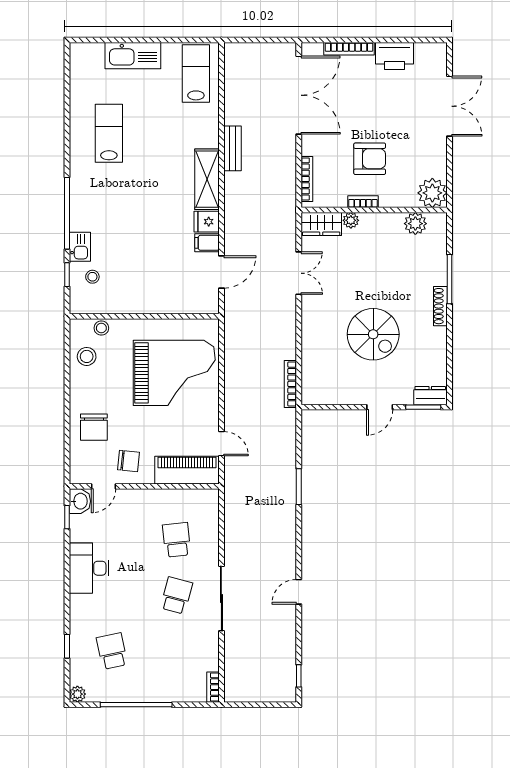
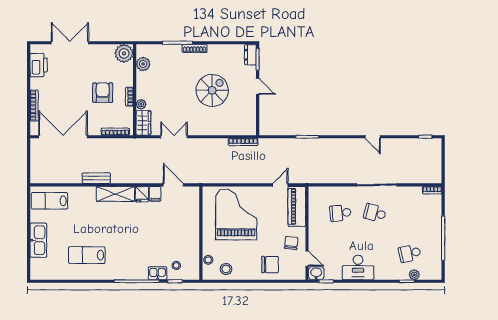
printer: (395, 56) -> (39, 65), moved
plant: (77, 694) -> (414, 275), moved

